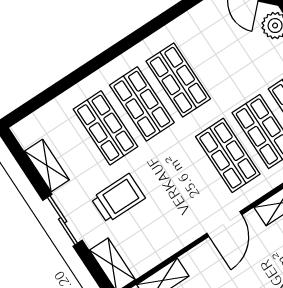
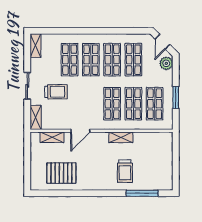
shop shelf: (215, 56) -> (133, 60), added
shelving: (47, 166) -> (36, 46), moved
door: (224, 224) -> (80, 131), moved

